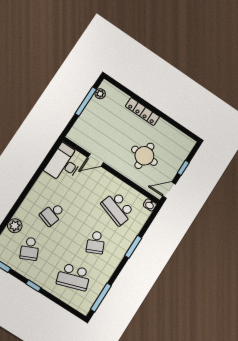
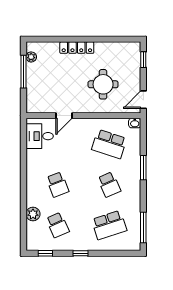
desk: (64, 164) -> (40, 136), width x0.73
window: (183, 168) -> (143, 60), moved
school desk: (52, 214) -> (58, 184), turned -39

